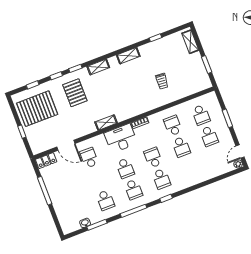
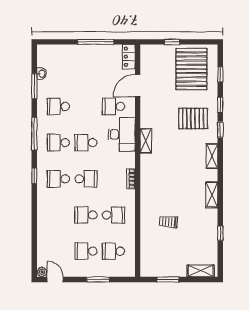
desk: (121, 138) -> (122, 134), moved
school desk: (89, 158) -> (113, 106), turned 180

